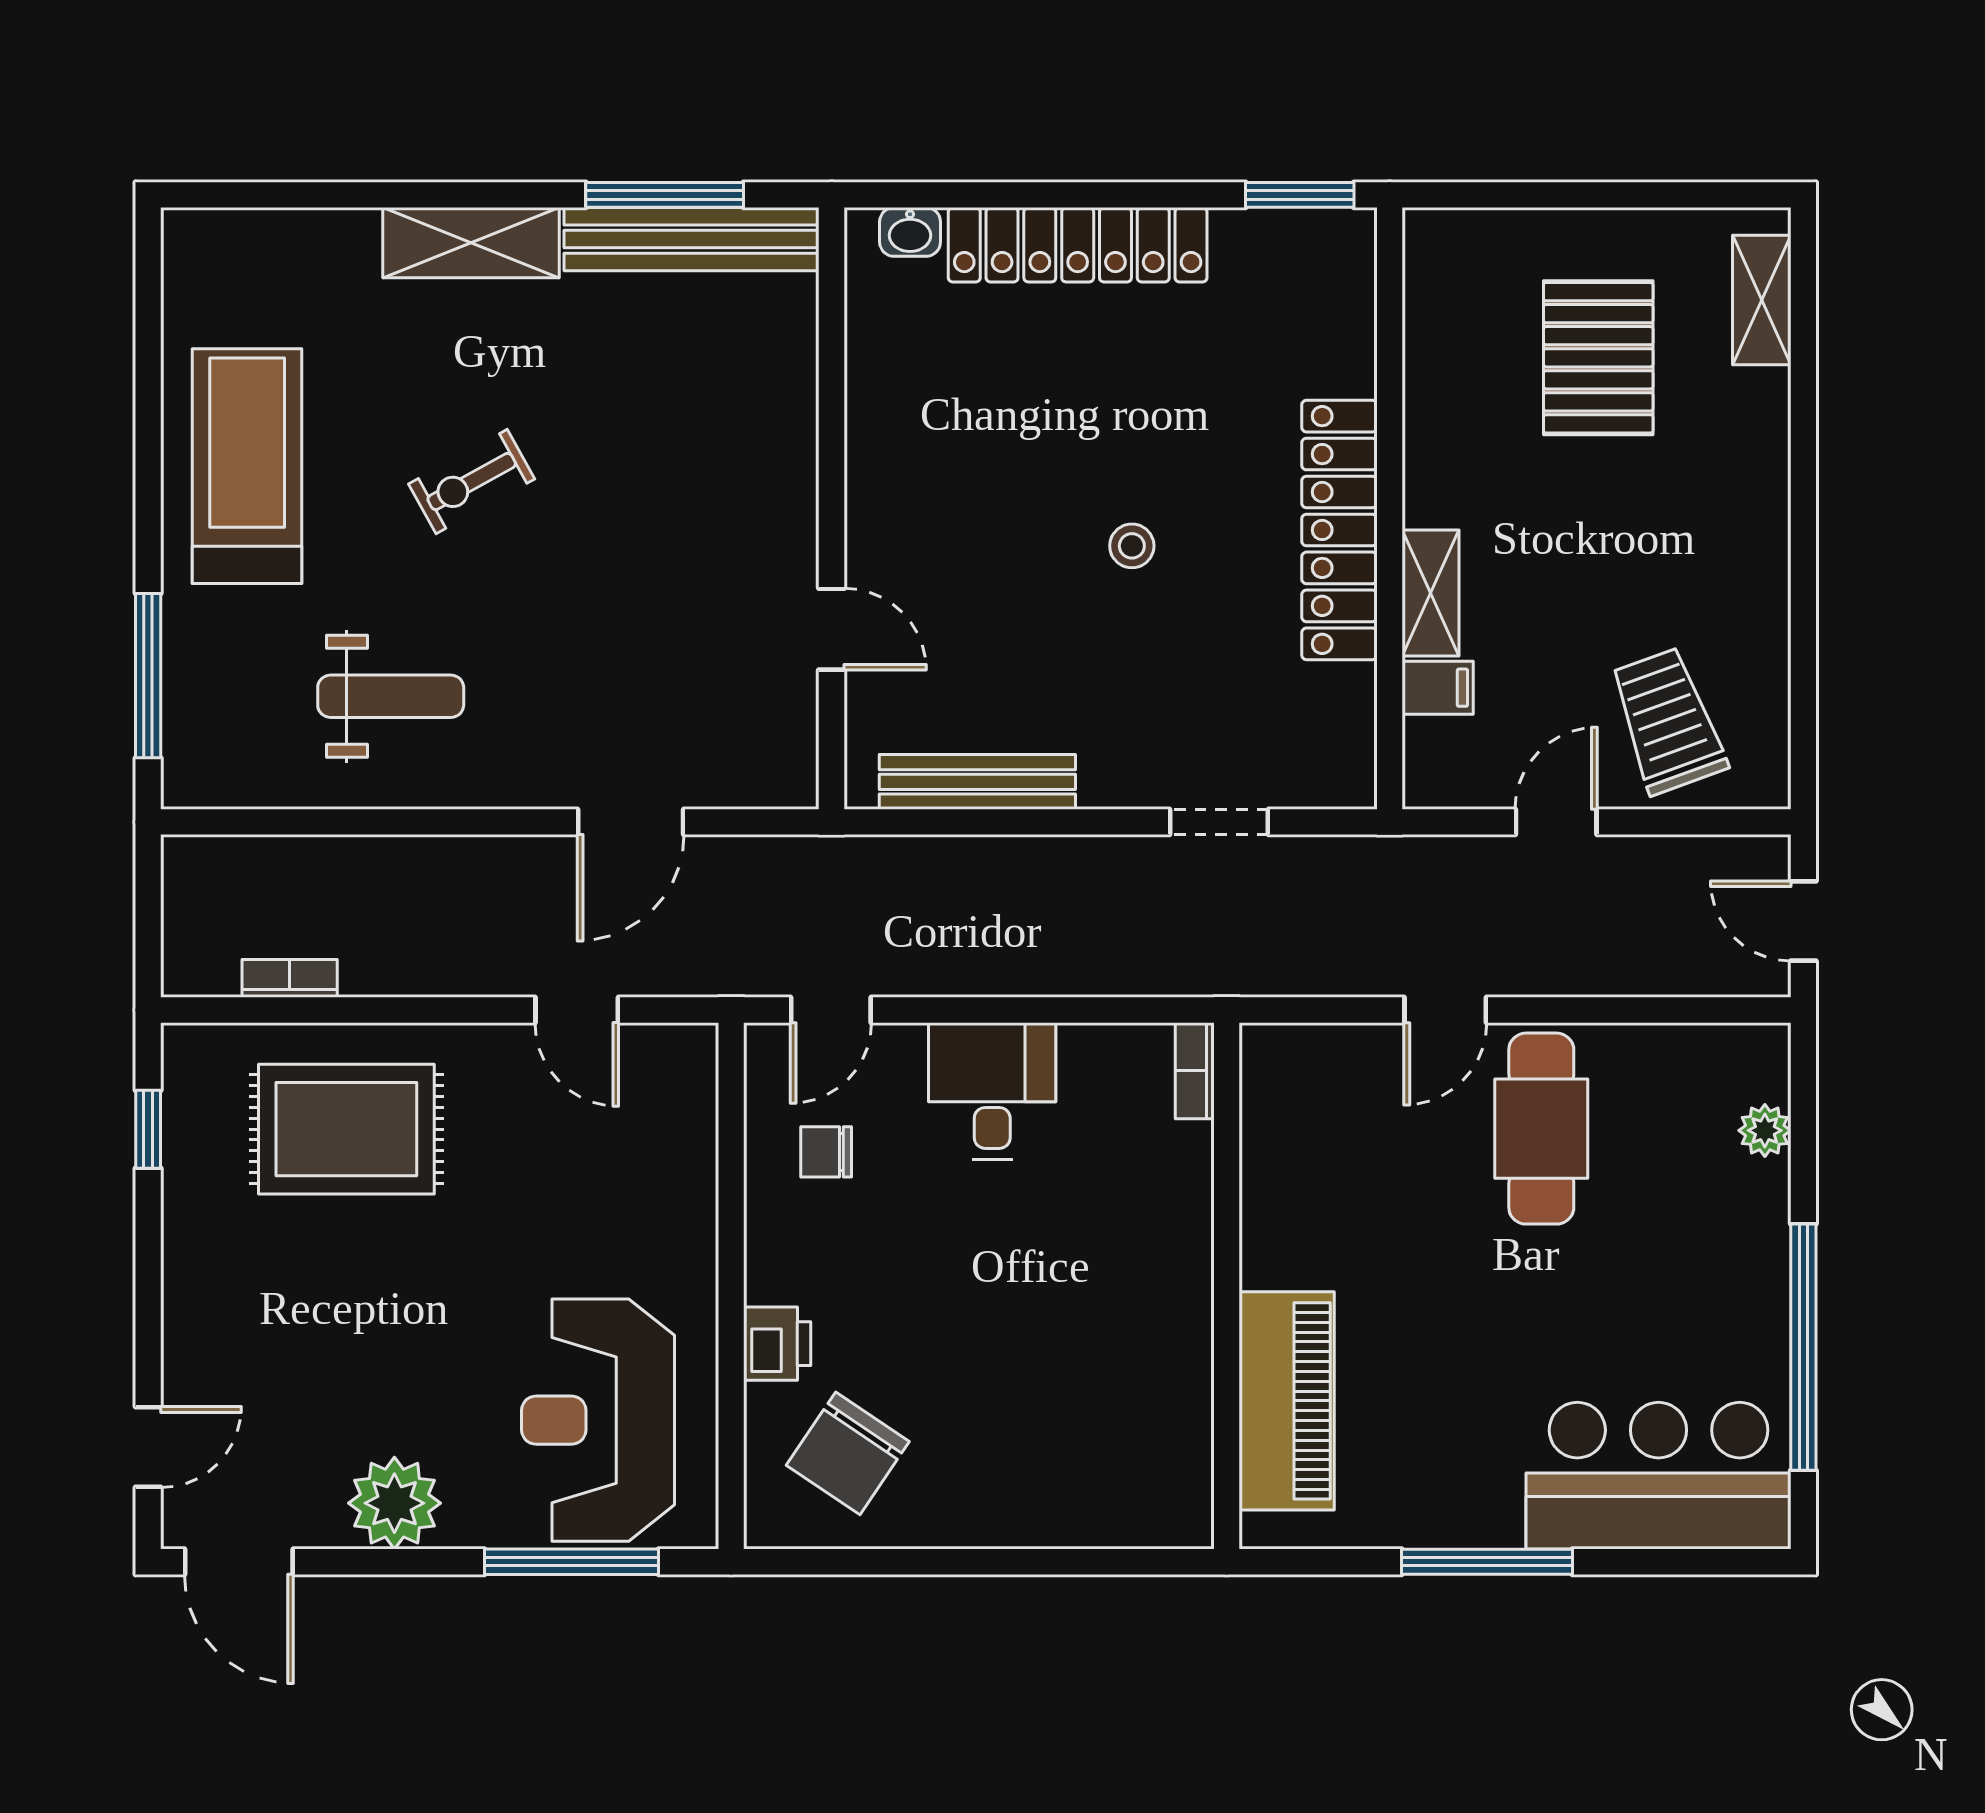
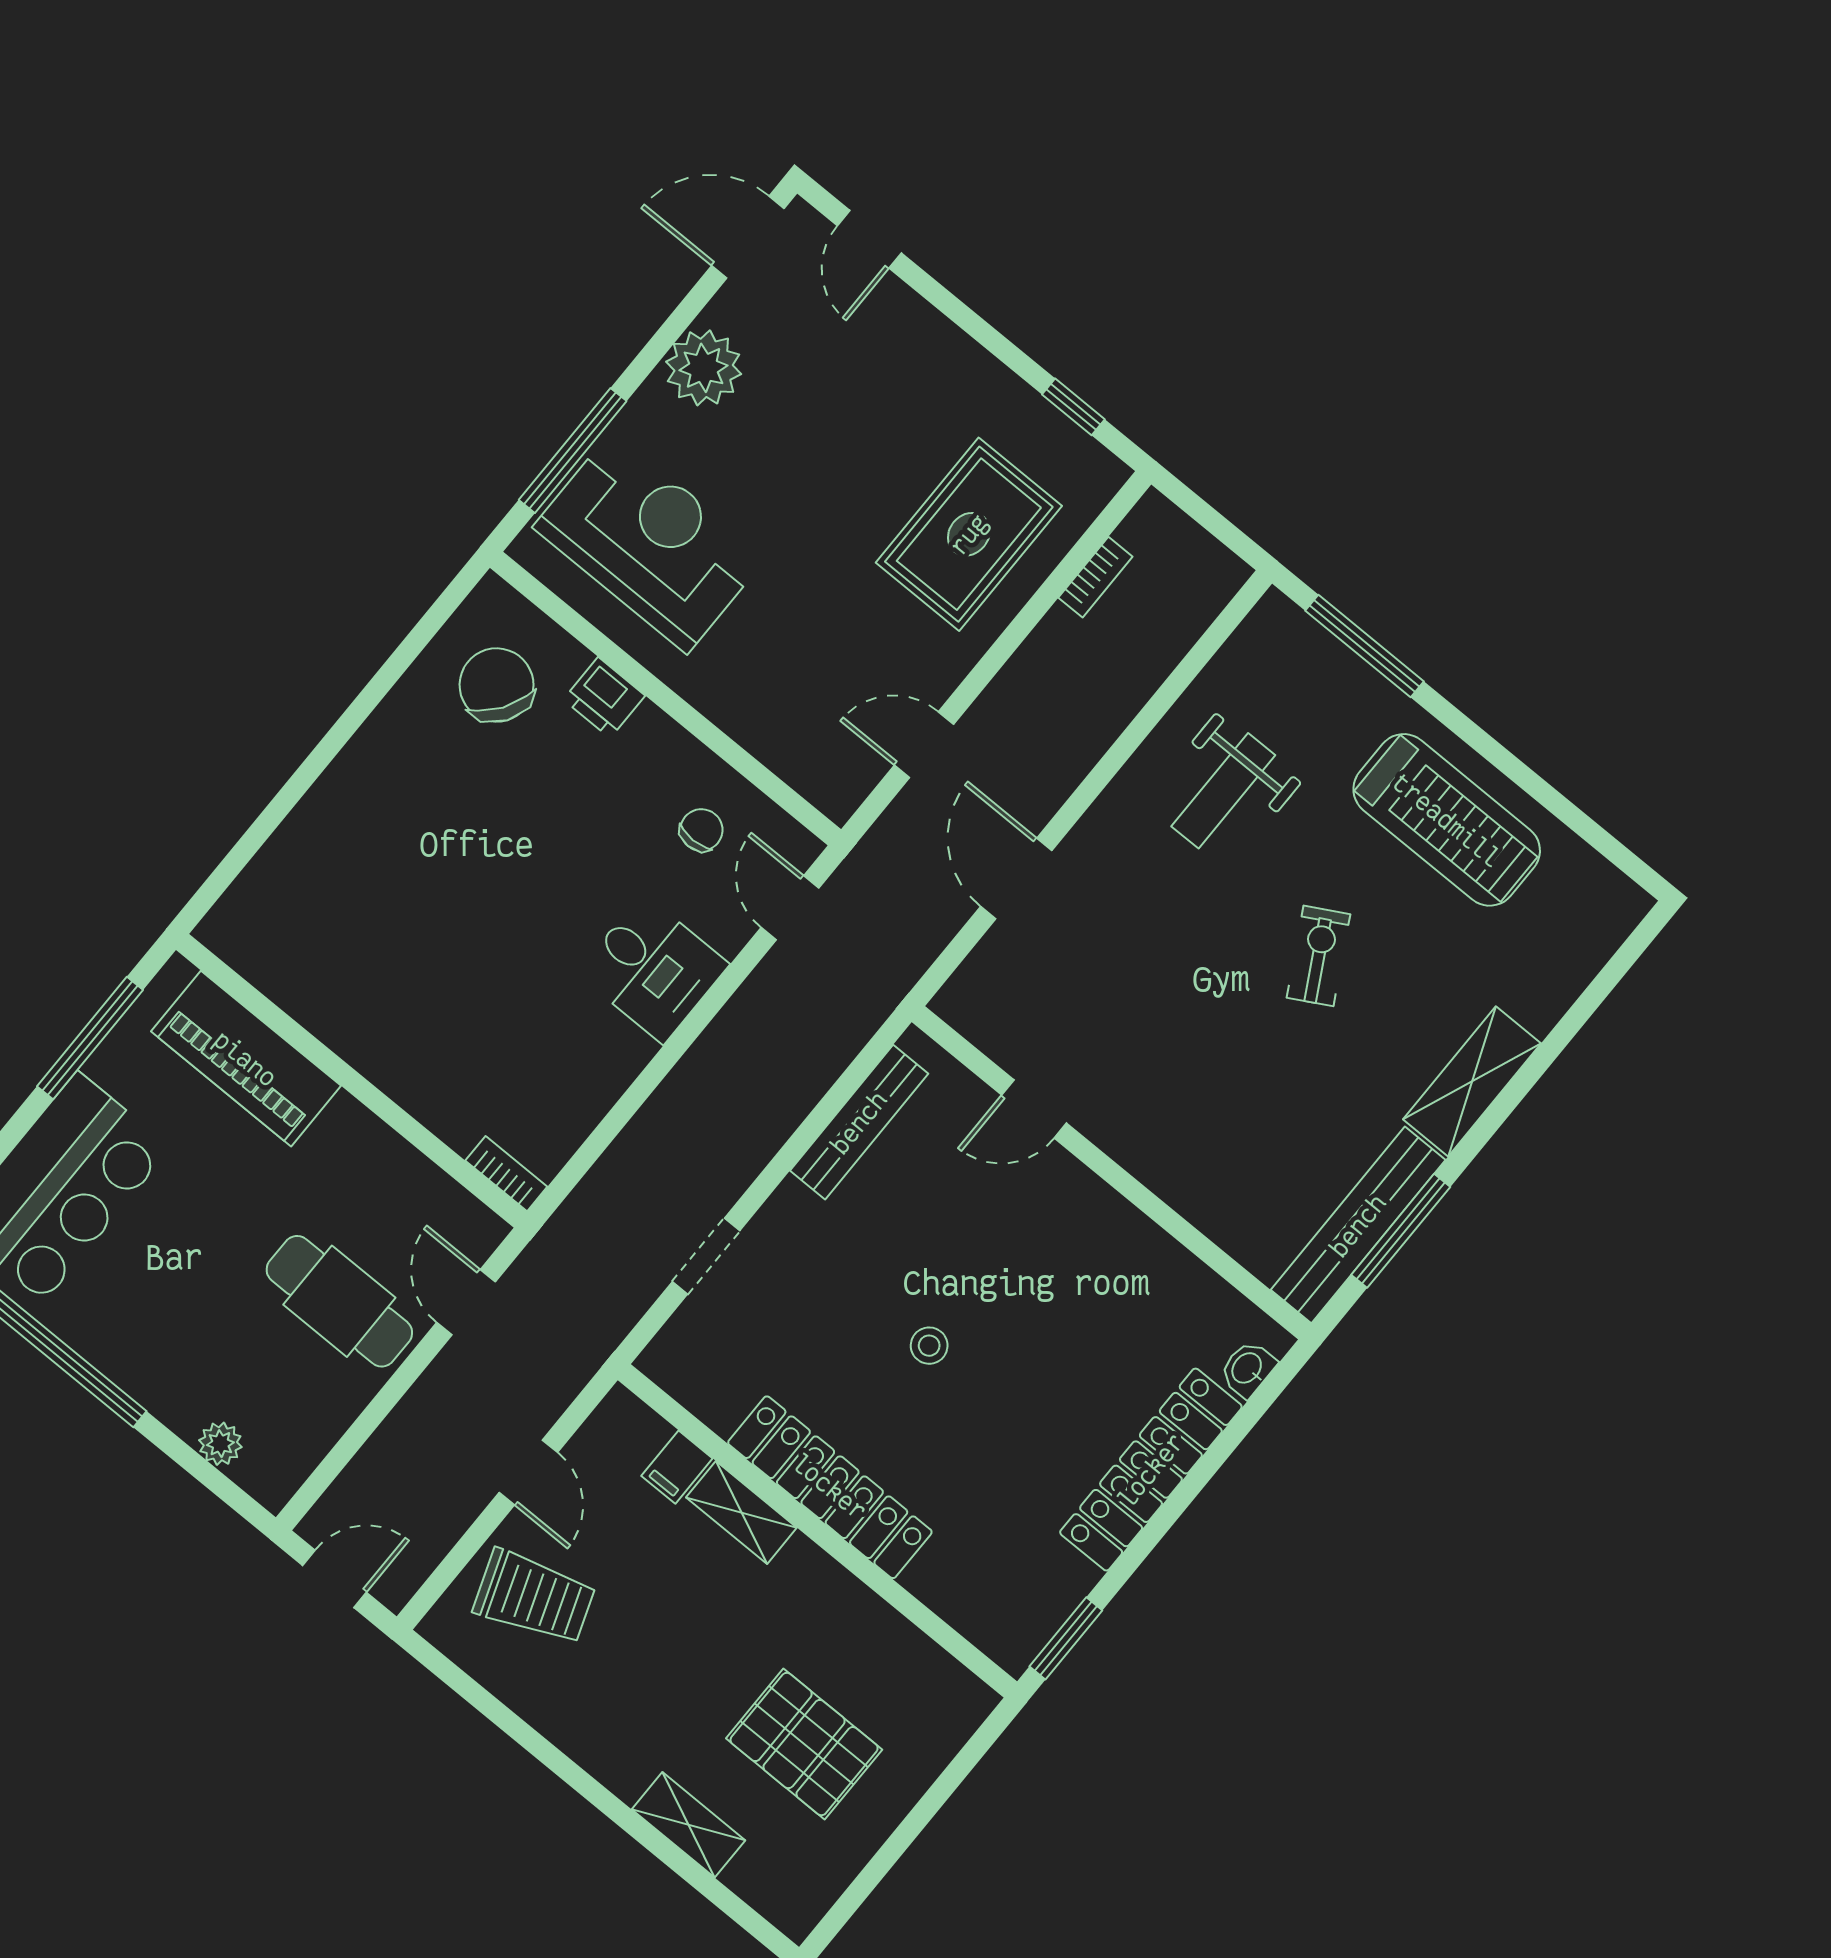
shelving: (1762, 300) -> (688, 1825), moved
bookcase: (1195, 1071) -> (506, 1174), moved
wall: (1227, 1286) -> (351, 1081), moved
piano: (1287, 1401) -> (246, 1059), moved

